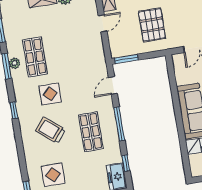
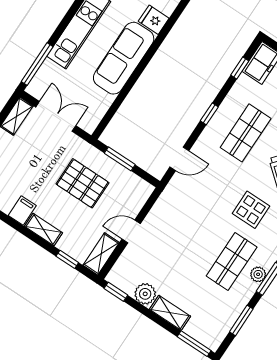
pallet: (152, 25) -> (82, 183), turned 90
window: (126, 59) -> (120, 159), moved
window: (119, 124) -> (209, 114), width x0.46

